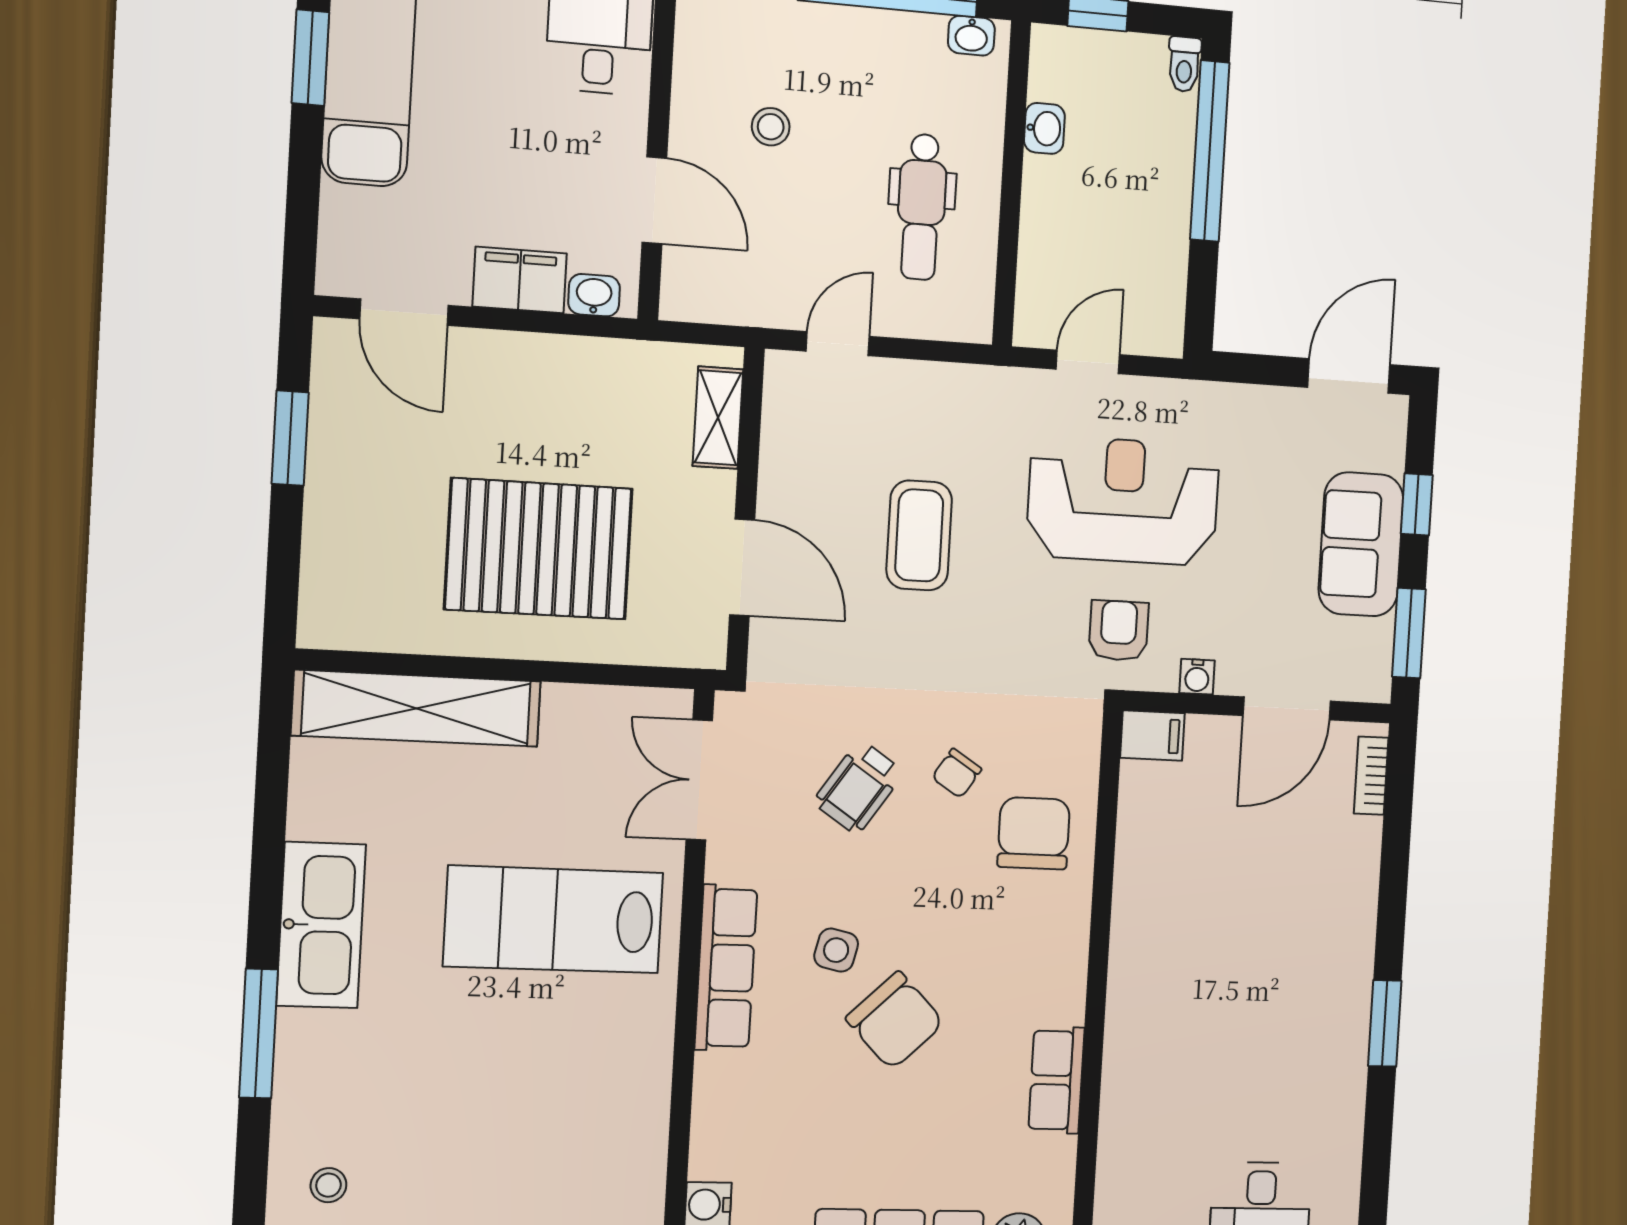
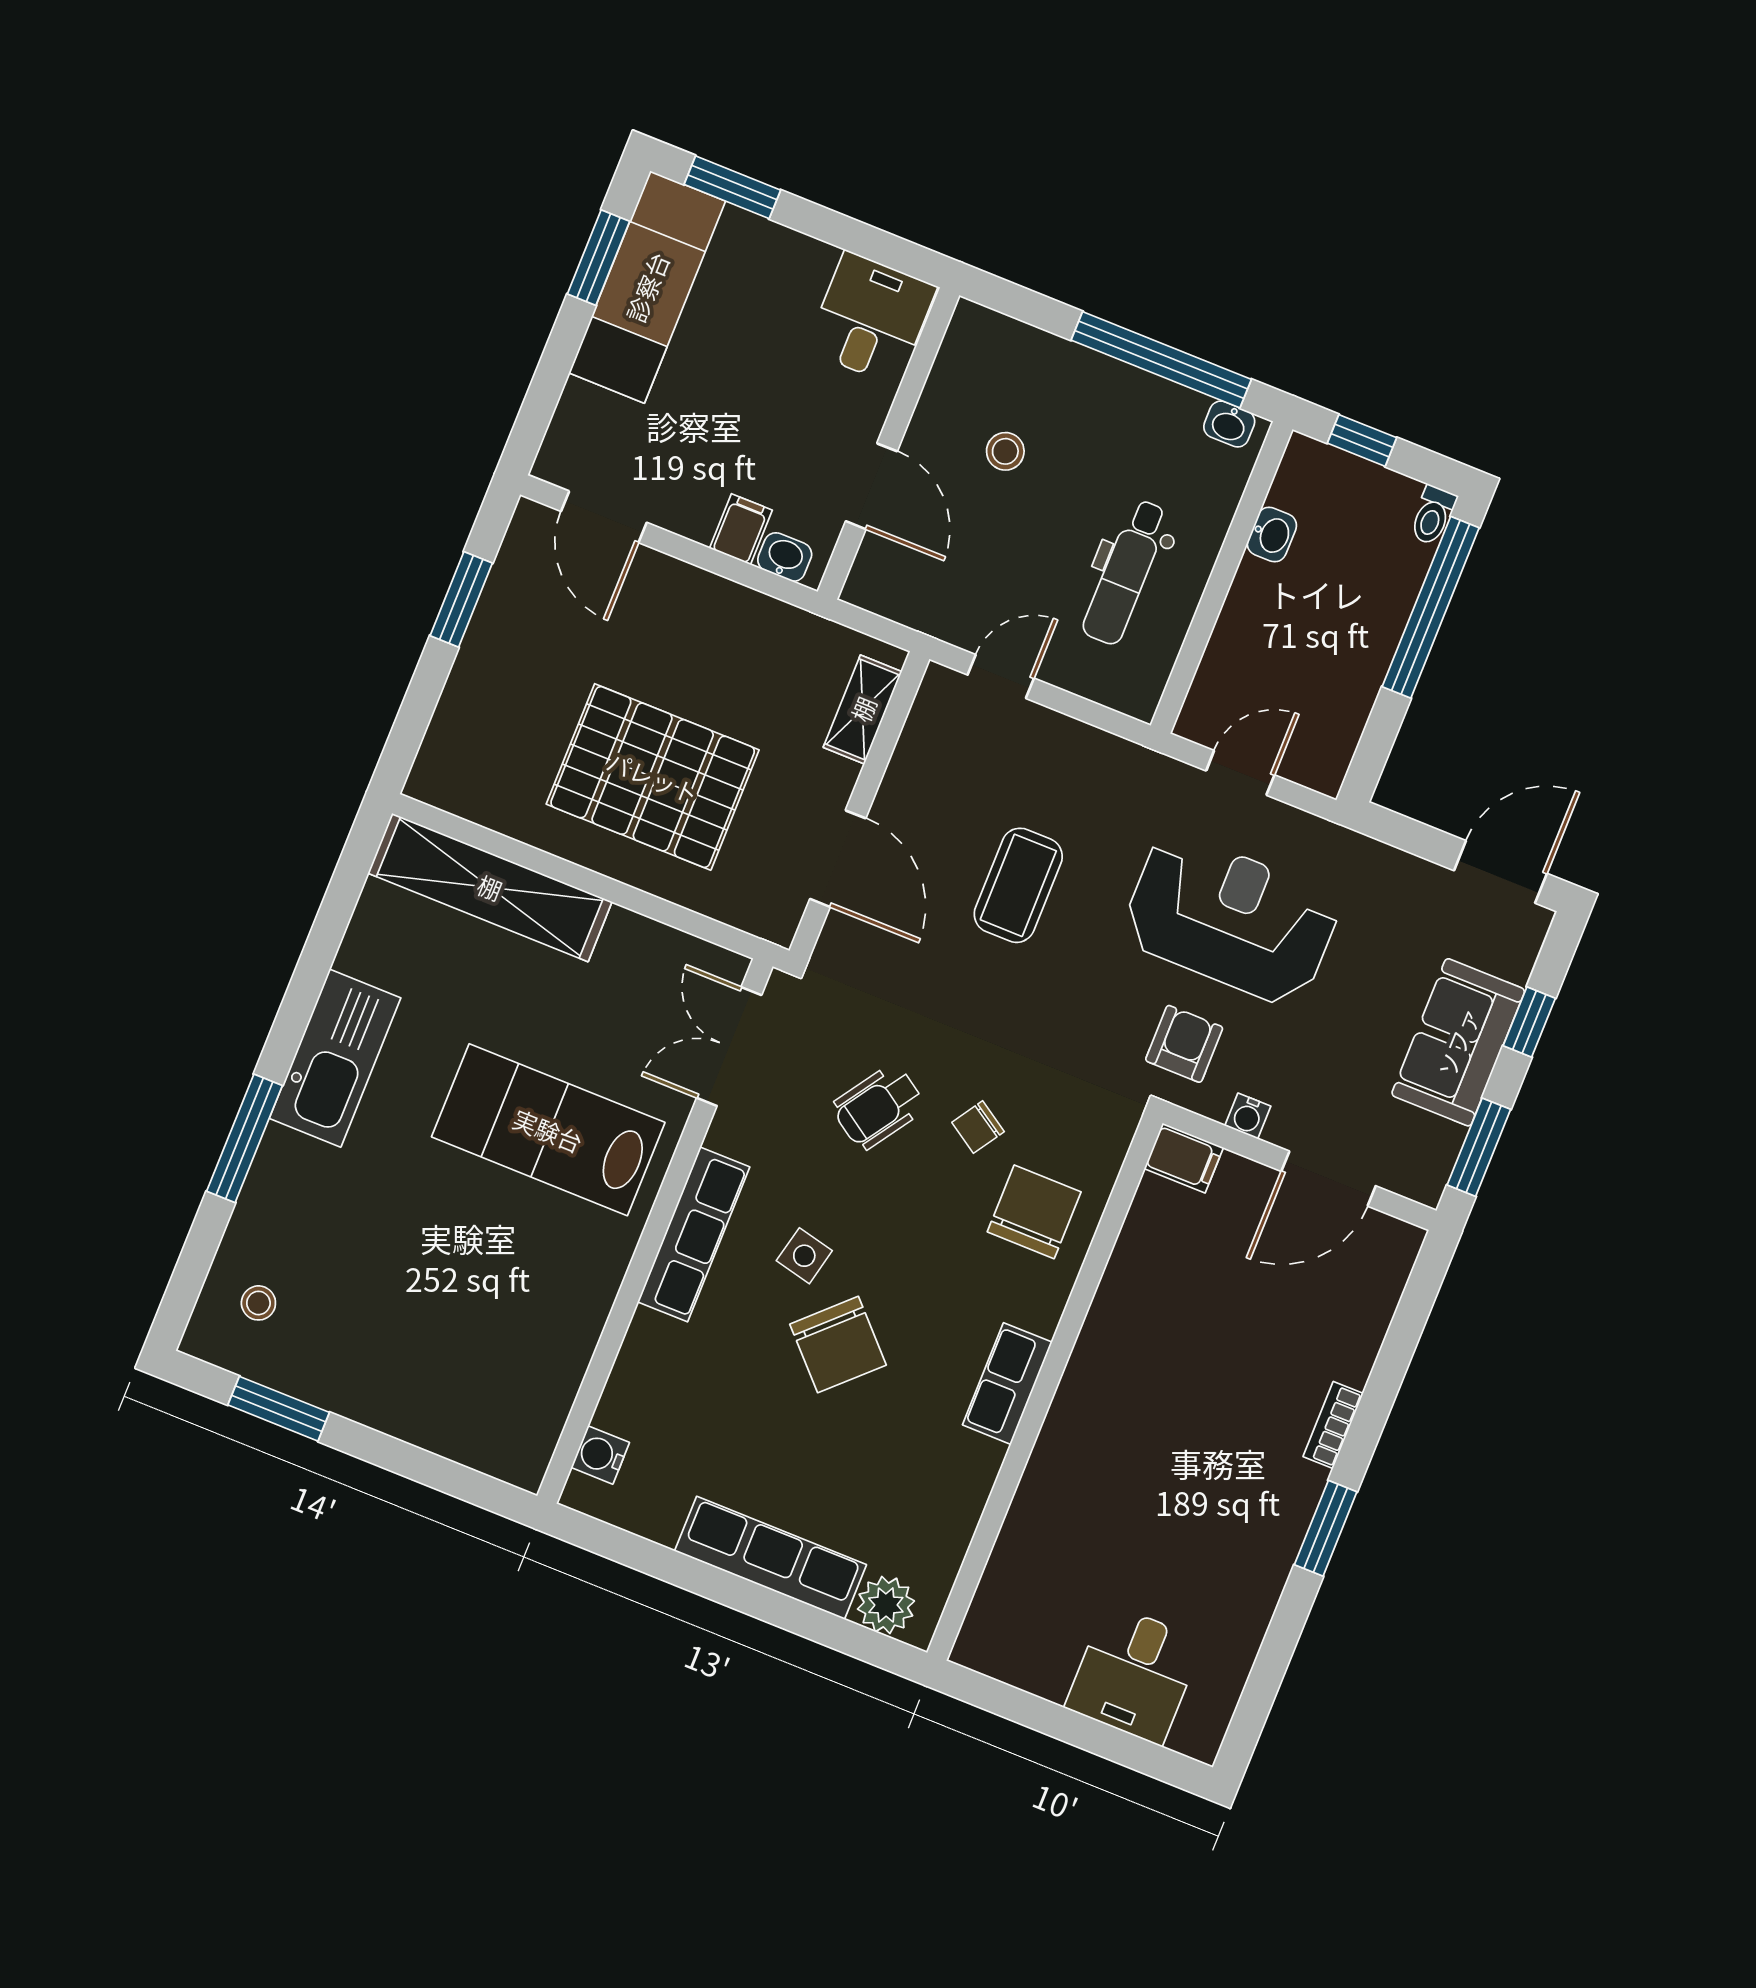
filing cabinet: (520, 280) -> (741, 529), width x0.50
bookcase: (1371, 776) -> (1333, 1425), moved
row of seats: (1056, 1080) -> (1007, 1384), moved

